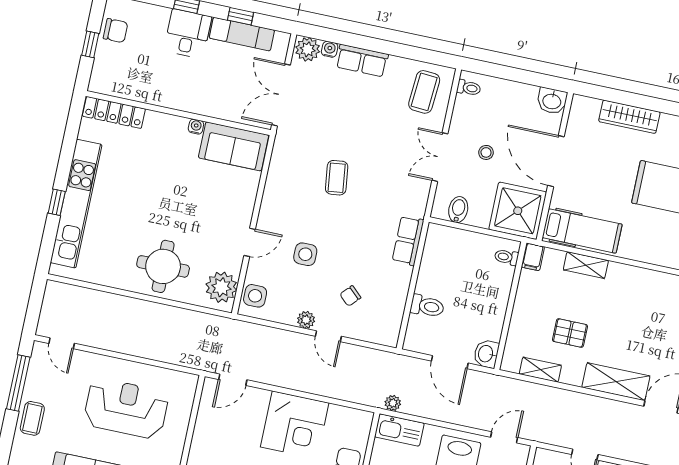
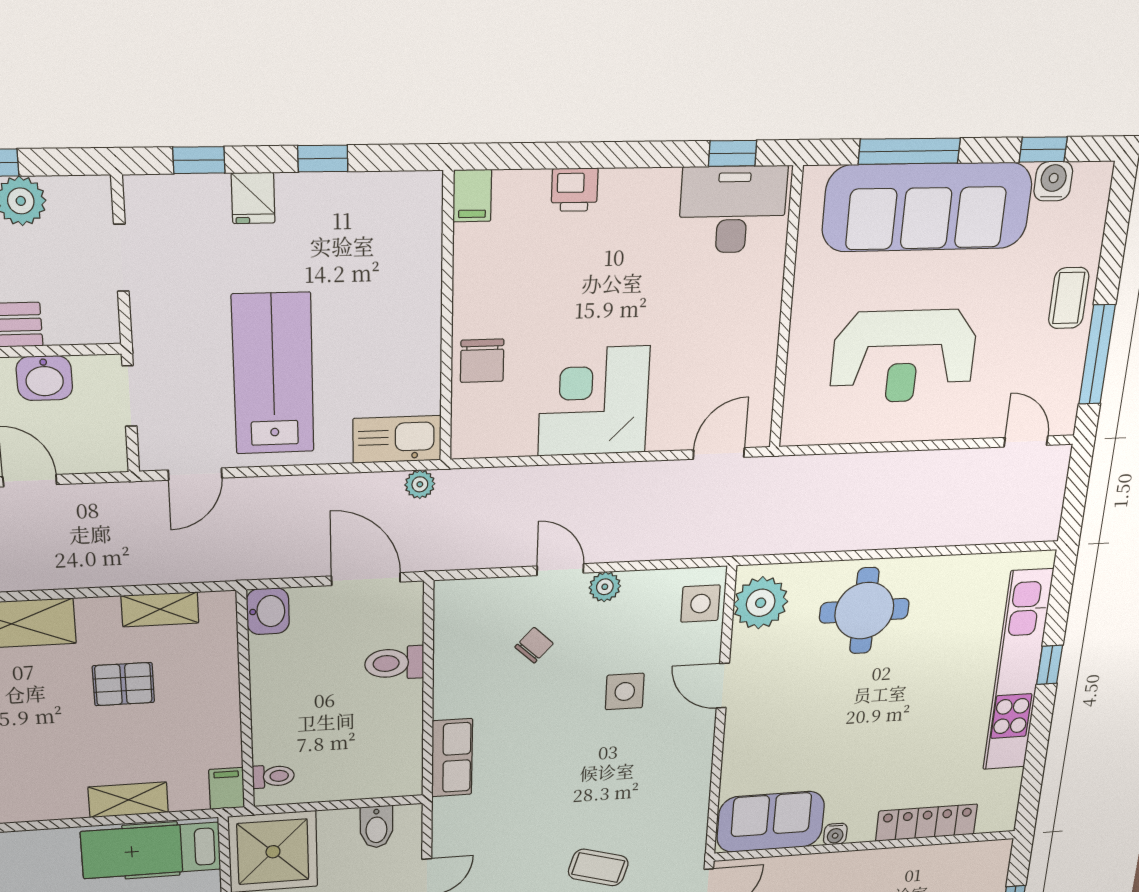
locker: (114, 112) -> (927, 823), moved
coffee table: (337, 178) -> (598, 867), moved, turned -67
door: (250, 242) -> (723, 686), hinge flipped
door: (450, 362) -> (366, 579), moved

